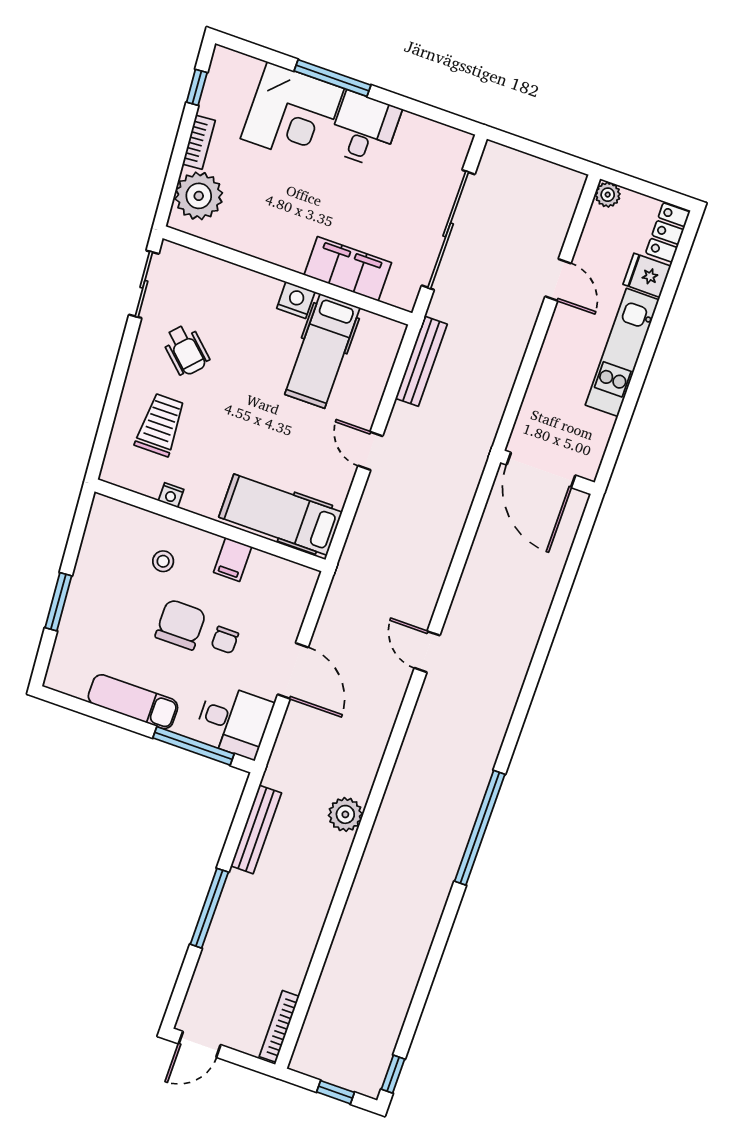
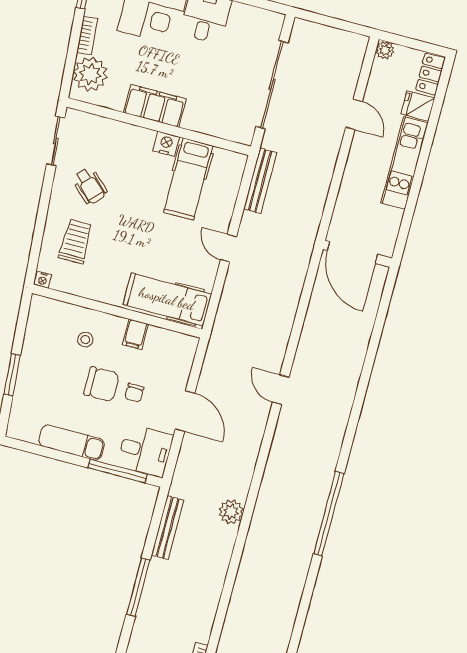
filing cabinet: (348, 269) -> (155, 106), moved
nightstand: (171, 495) -> (43, 280), moved
chair: (181, 625) -> (101, 384), turned 90

